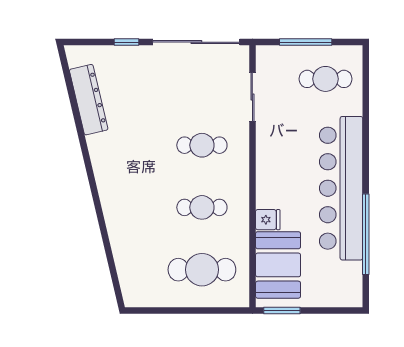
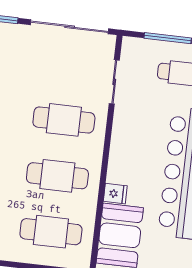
cafe table: (202, 145) -> (64, 120), width x1.37, depth x1.35
cafe table: (202, 207) -> (57, 176), width x1.37, depth x1.35

